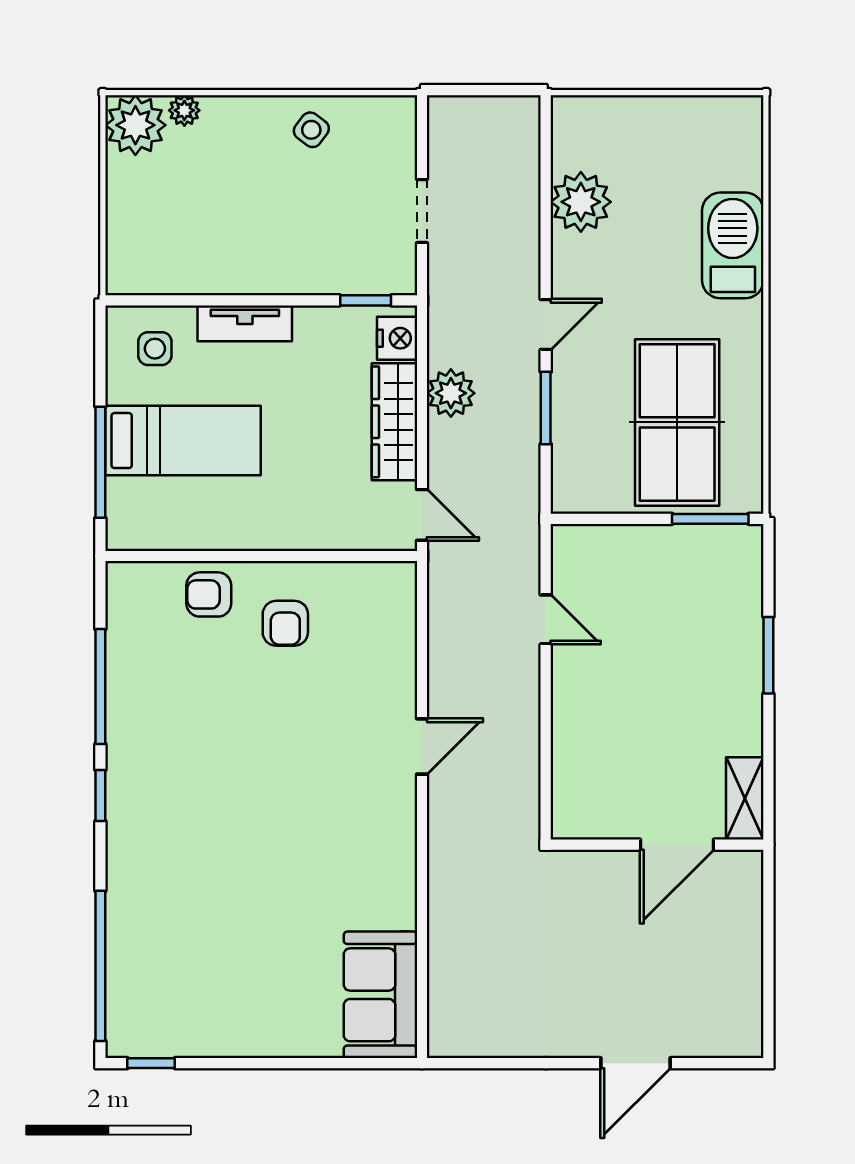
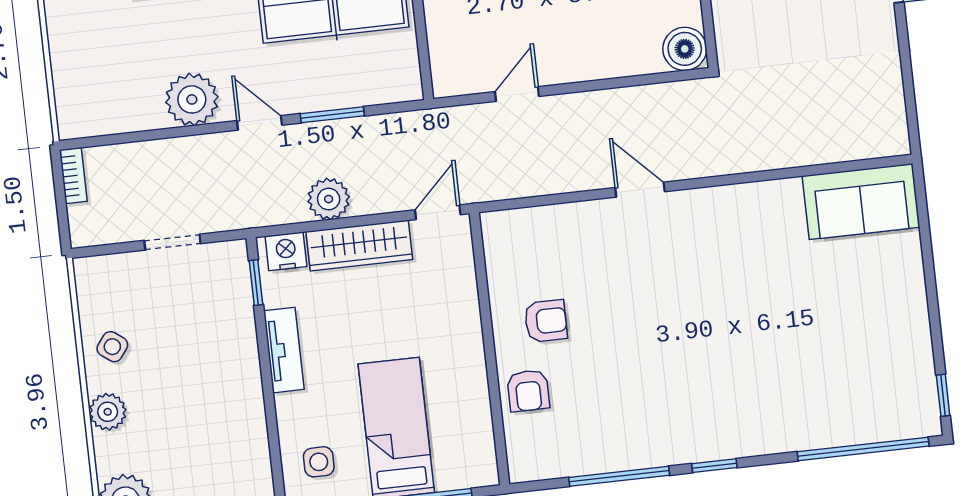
bookcase: (510, 107) -> (73, 176), added
plant: (184, 110) -> (108, 412), moved, width x1.38, depth x1.38
plant: (581, 202) -> (192, 99), moved
tv unit: (245, 323) -> (284, 350), moved
boiler: (575, 815) -> (685, 49), added

